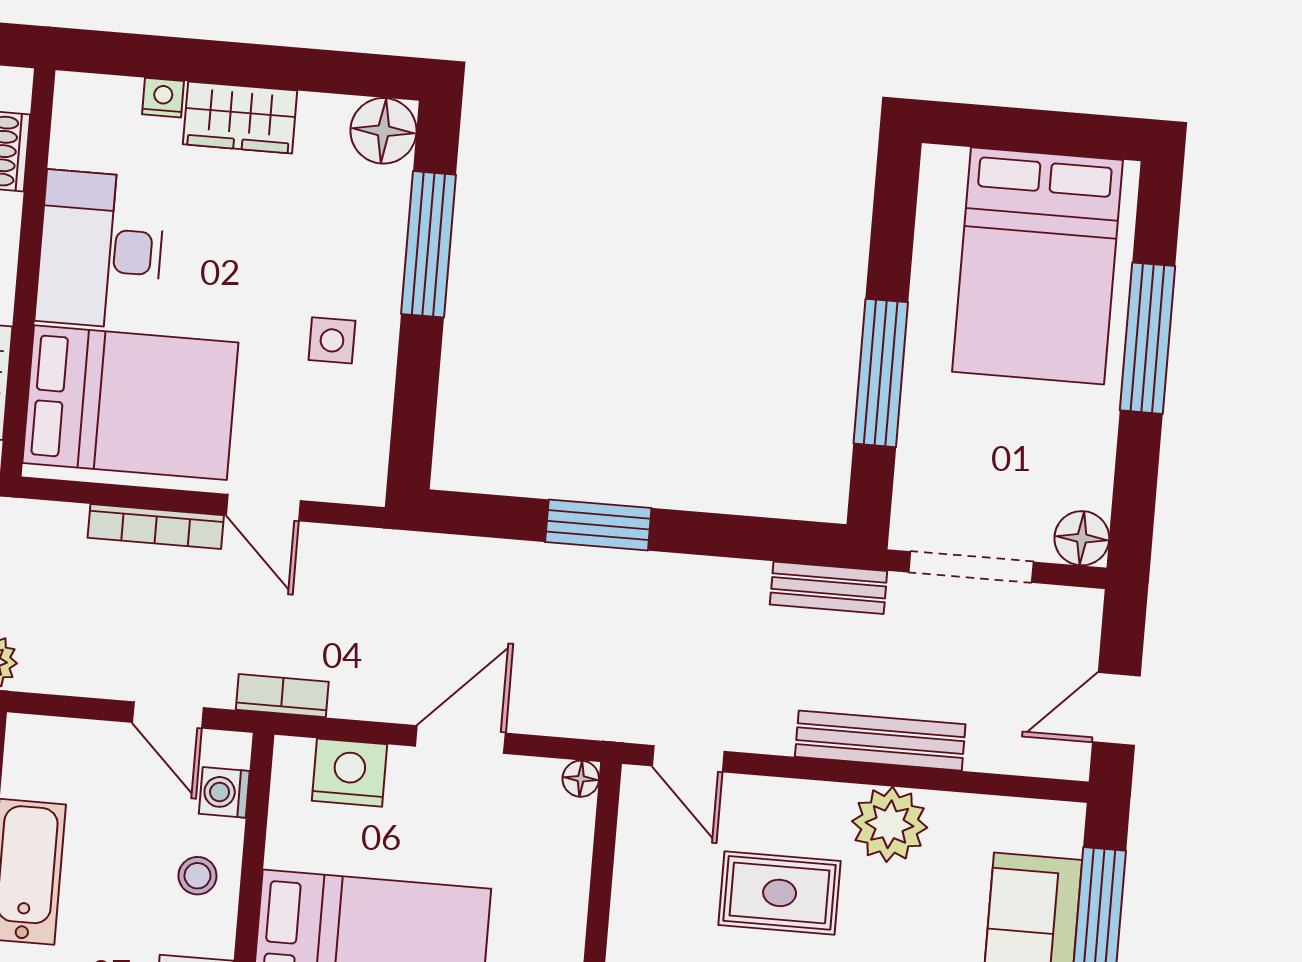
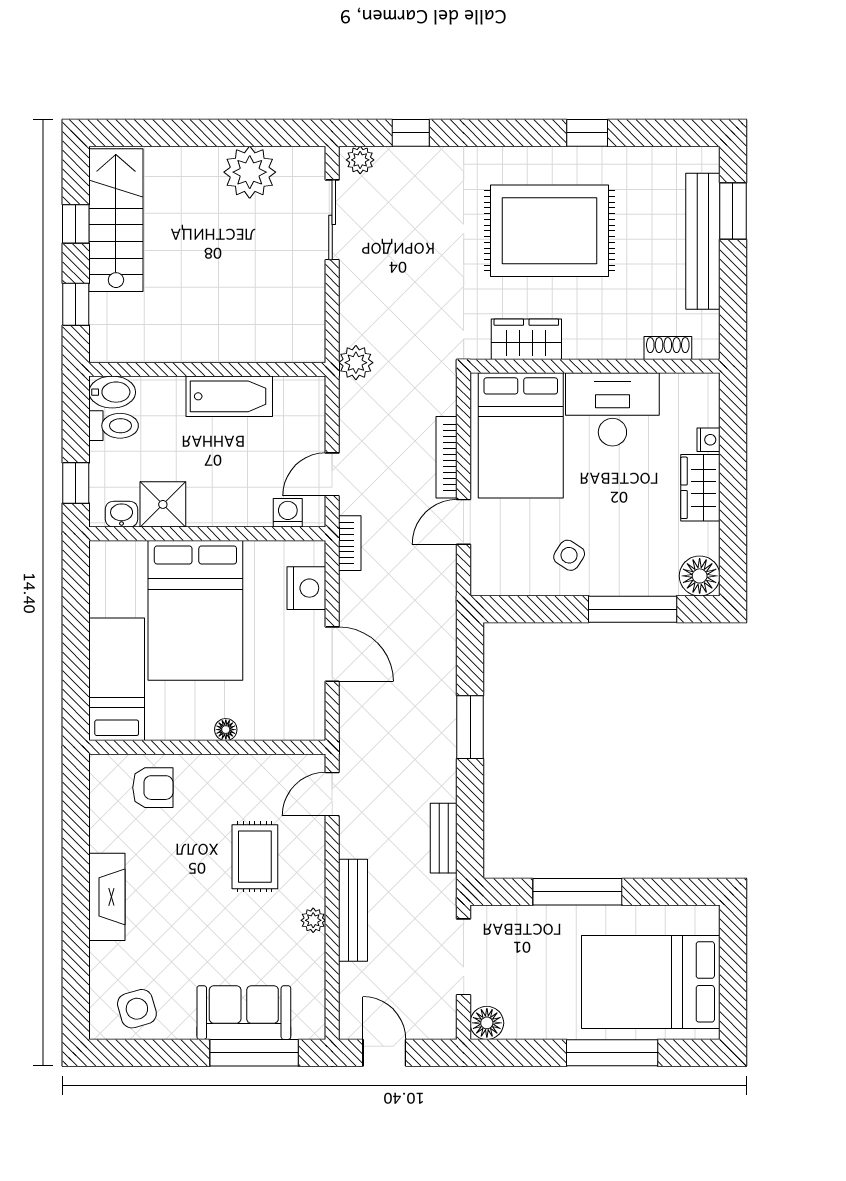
side table: (332, 340) -> (569, 555), turned 33
bench: (829, 588) -> (444, 838), moved
floor lamp: (581, 779) -> (226, 730), moved
plant: (890, 824) -> (313, 920), width x0.53, depth x0.53
stool: (197, 876) -> (236, 501), removed

